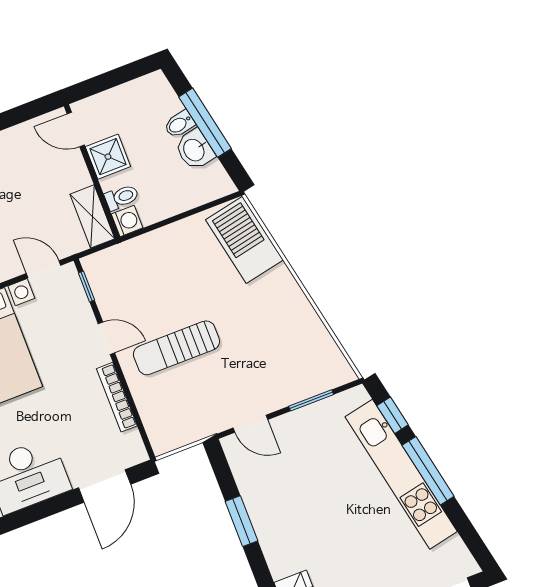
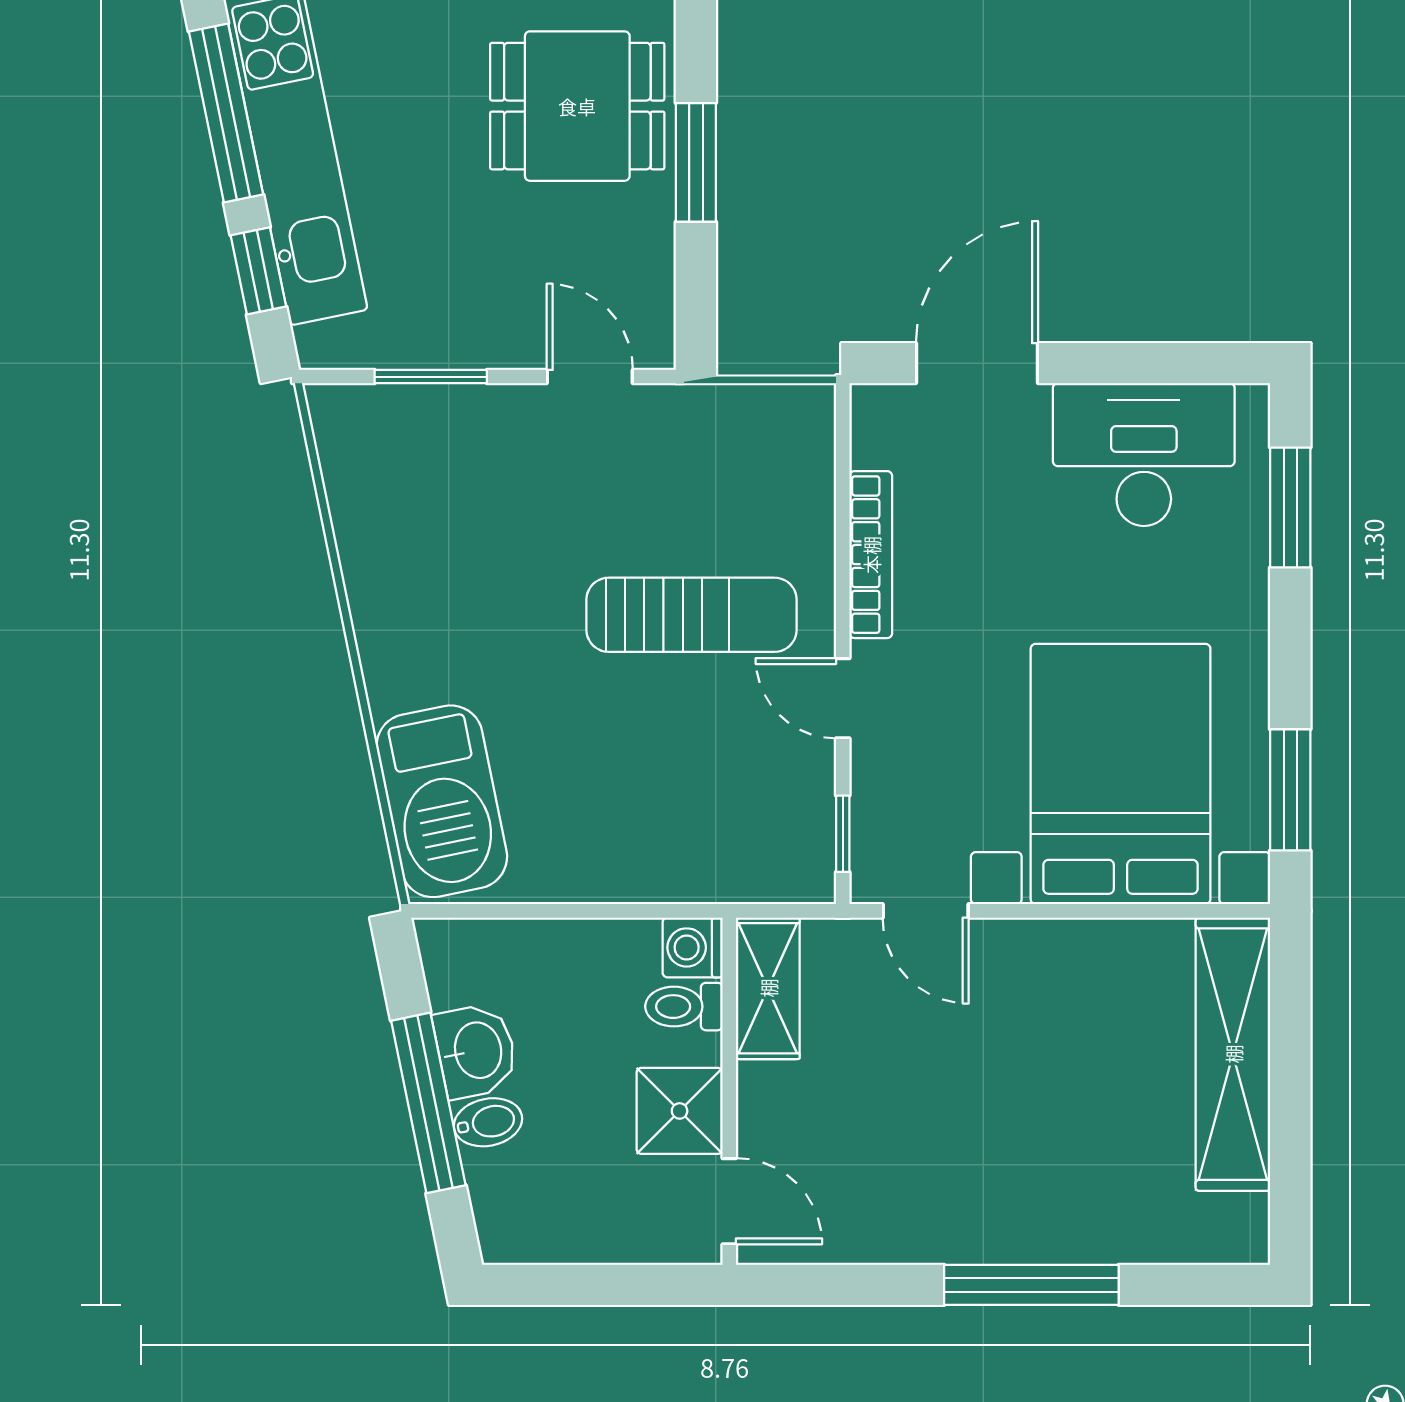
dining table: (295, 525) -> (577, 106), added

